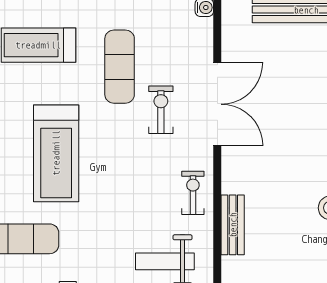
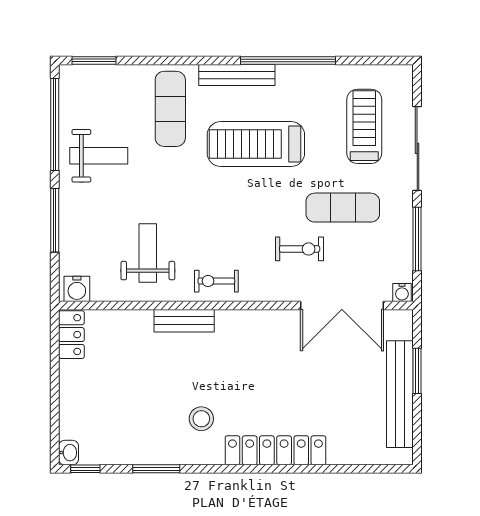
double door: (217, 104) -> (342, 305), moved
exercise bike: (193, 193) -> (216, 281), turned 180

